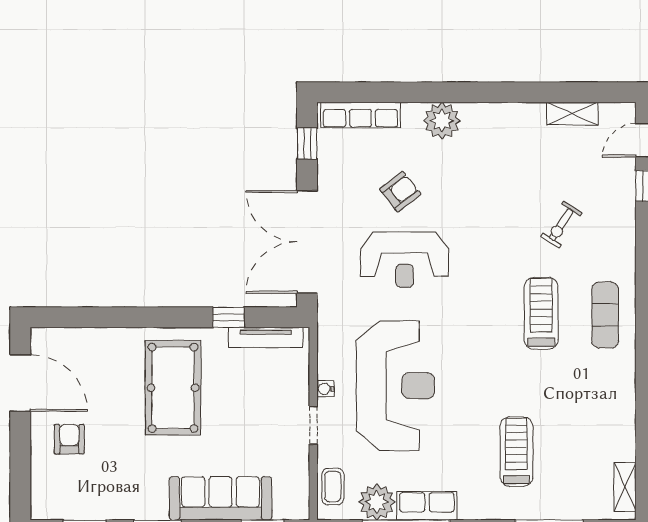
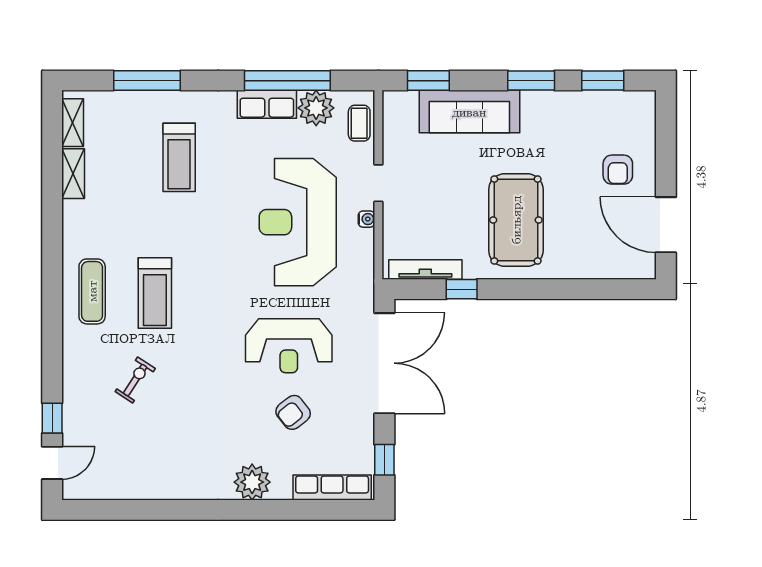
shelving: (572, 114) -> (73, 174), moved, turned 90
reception desk: (405, 260) -> (289, 346), turned 180

